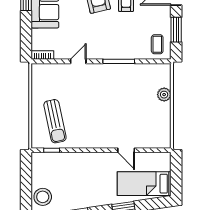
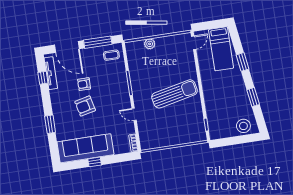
window: (176, 30) -> (98, 42), width x1.44
sun lounger: (55, 121) -> (174, 94), moved, width x1.36, depth x1.34
door: (126, 150) -> (194, 43), moved

